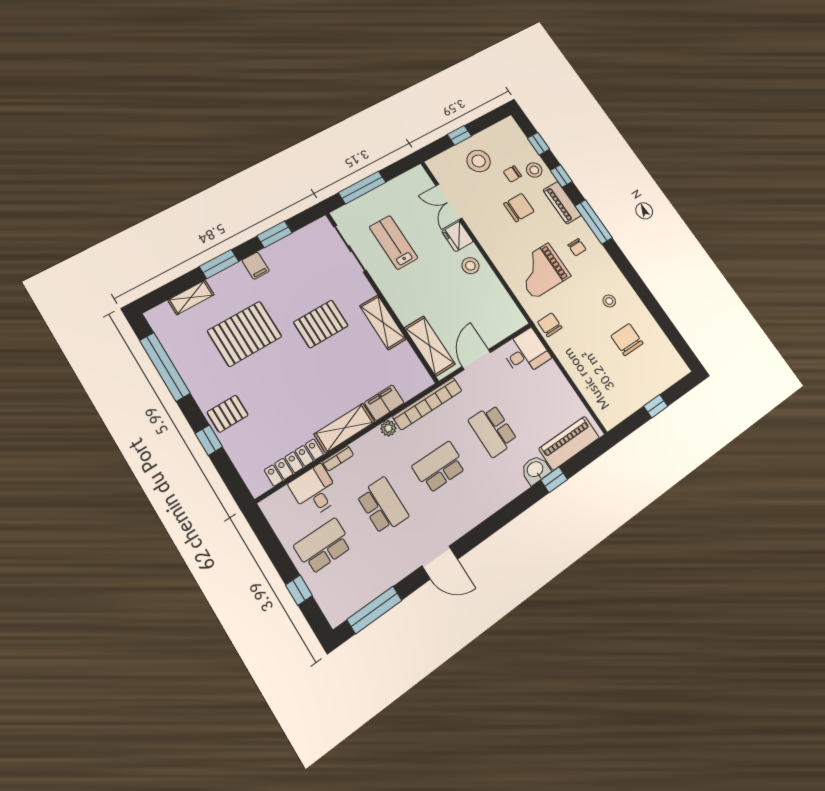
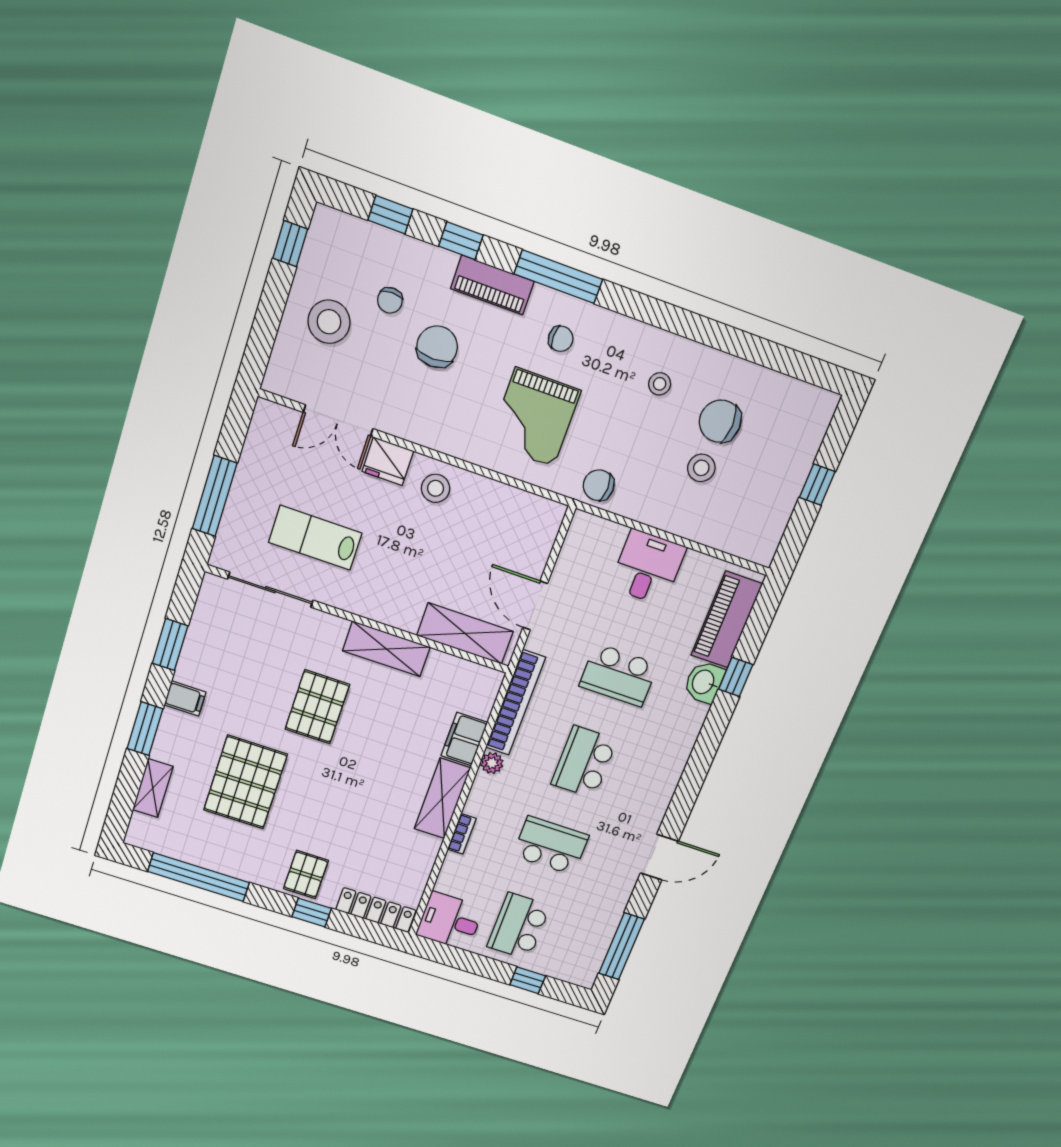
window: (459, 135) -> (290, 244), moved
stool: (534, 170) -> (701, 468), moved
desk: (526, 353) -> (648, 567), moved
locker: (294, 462) -> (376, 910), moved, turned 90
desk: (315, 491) -> (450, 921), moved

